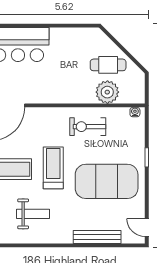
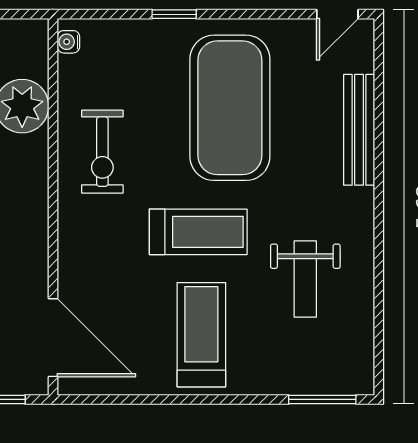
treadmill: (53, 168) -> (198, 232), turned 180
weight bench: (33, 214) -> (305, 279), turned 180

